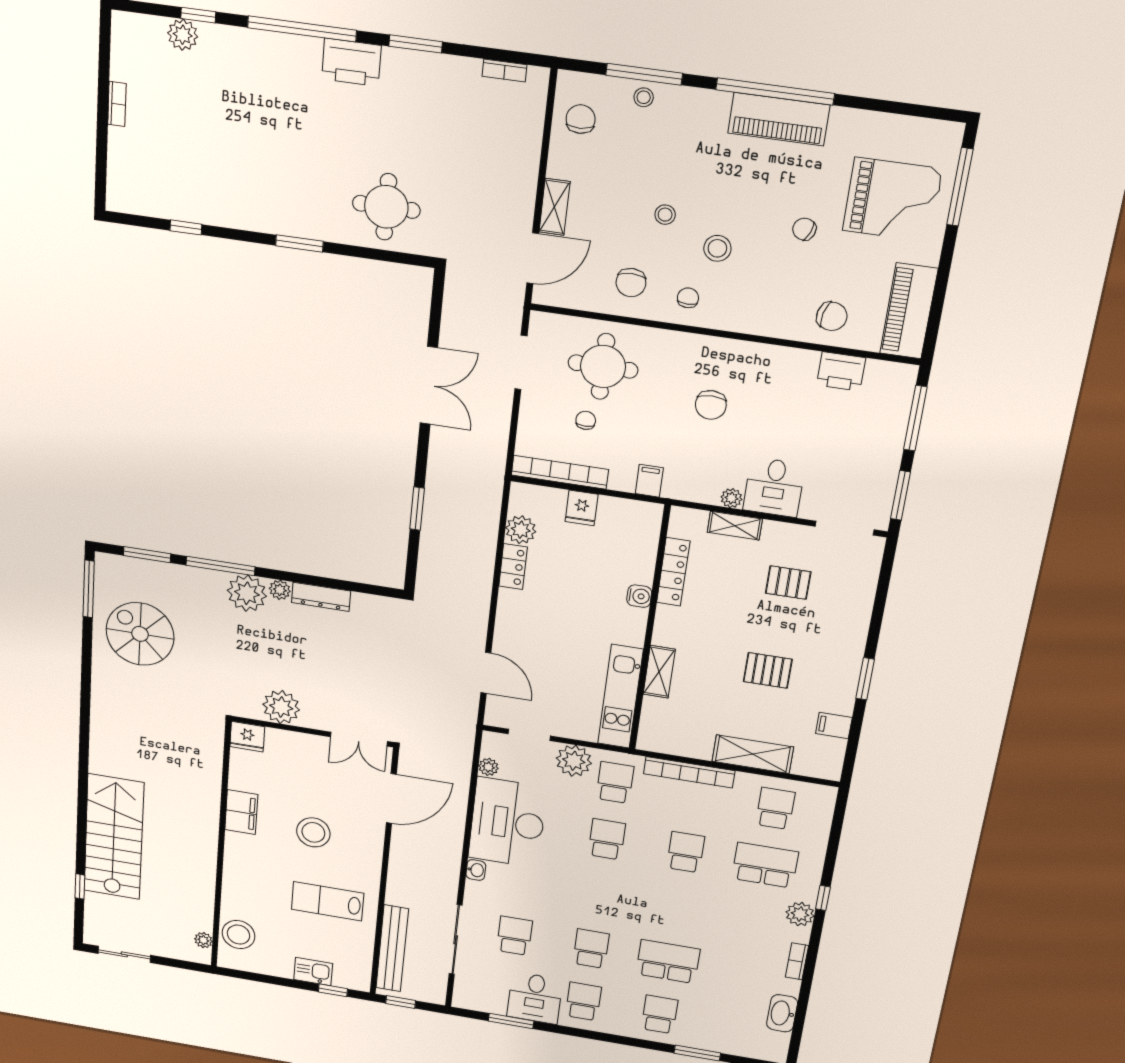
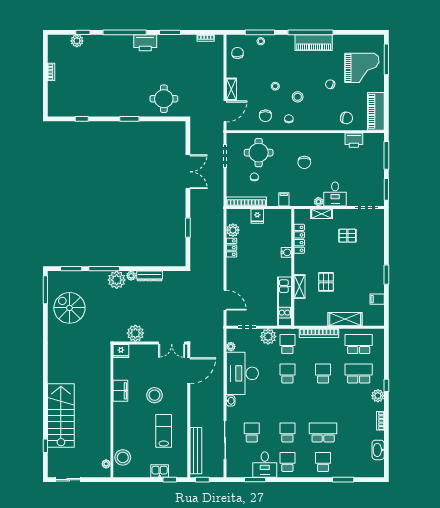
pallet: (768, 670) -> (326, 282), moved, turned 90
school desk: (775, 808) -> (359, 344), width x1.85
lab bench: (328, 901) -> (164, 431), turned 90

